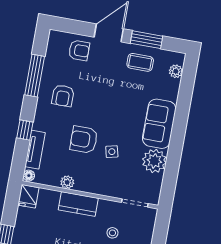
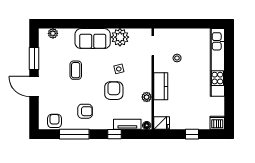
armchair: (79, 50) -> (55, 121), moved
coffee table: (140, 62) -> (76, 70), moved
armchair: (84, 140) -> (114, 91), turned 180

